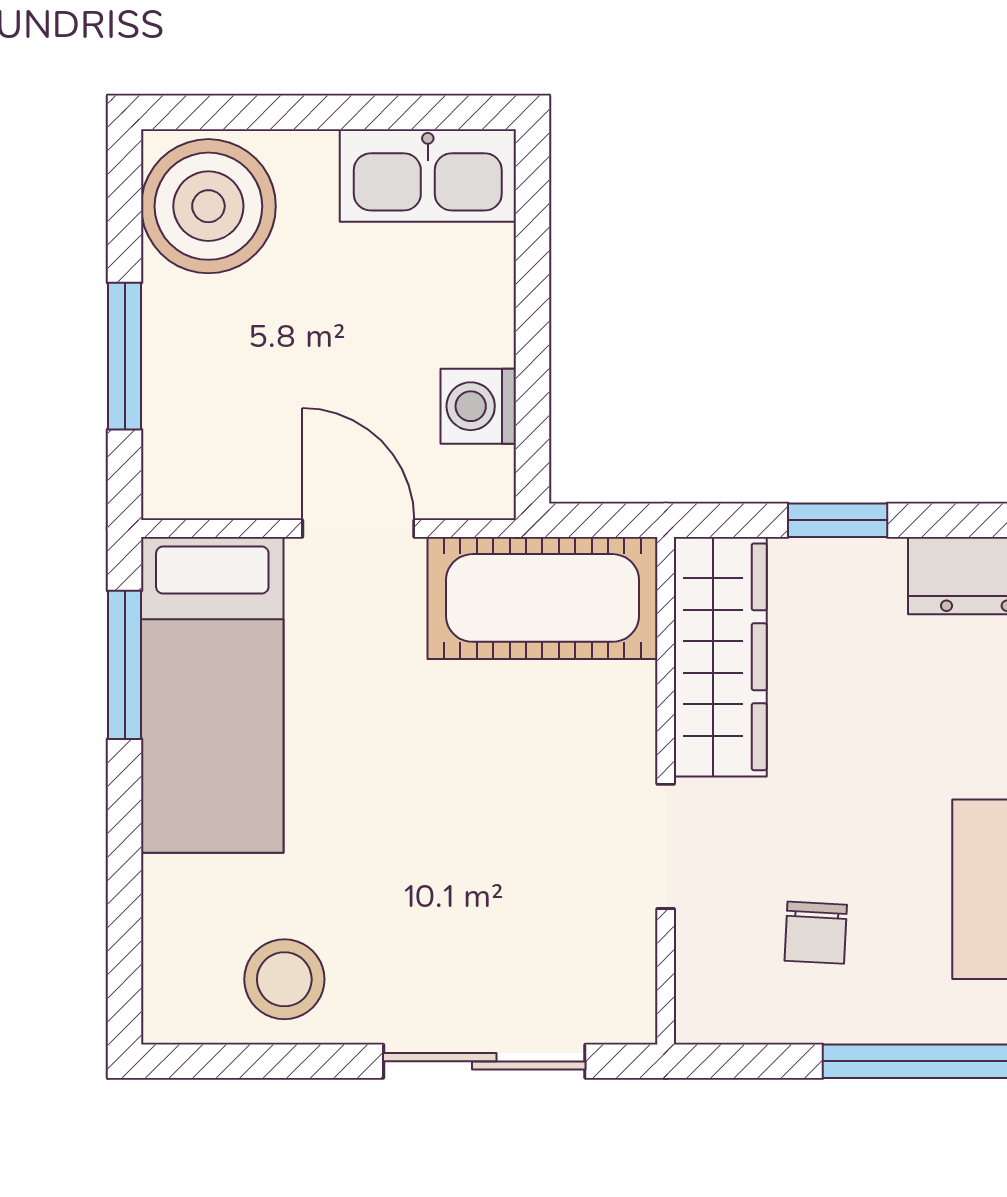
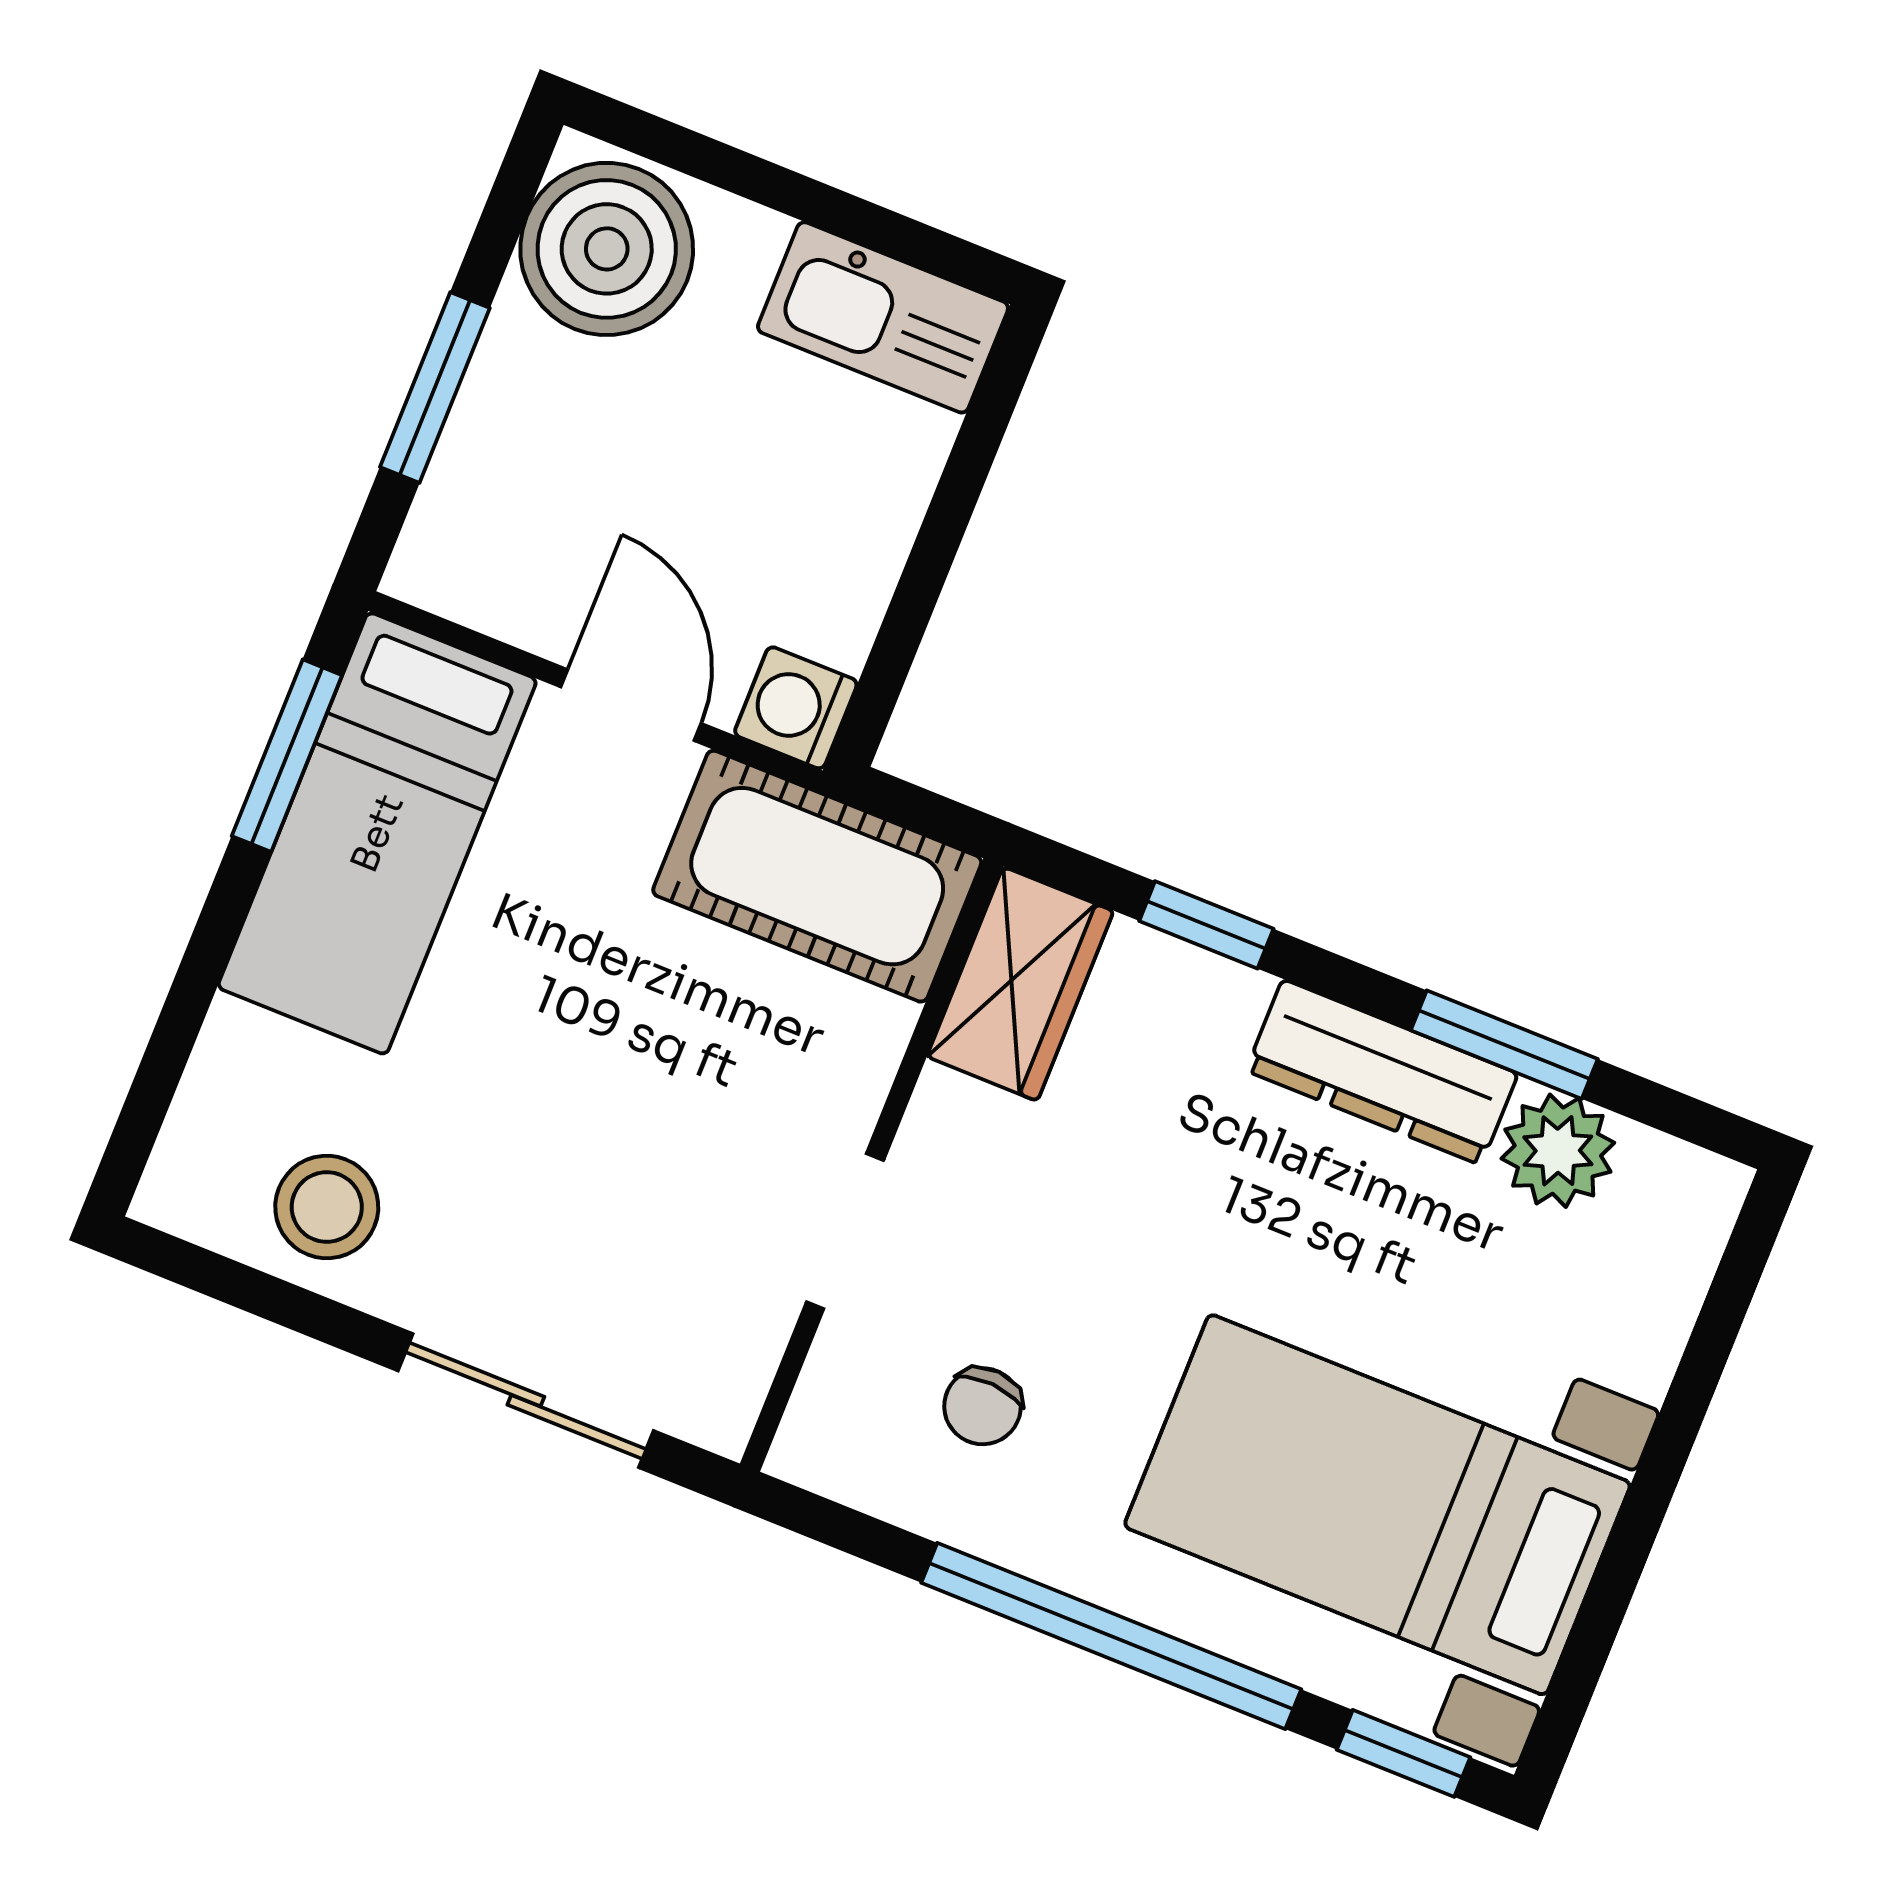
washing machine: (478, 406) -> (796, 708), moved
wardrobe: (720, 657) -> (1020, 984), width x0.67

